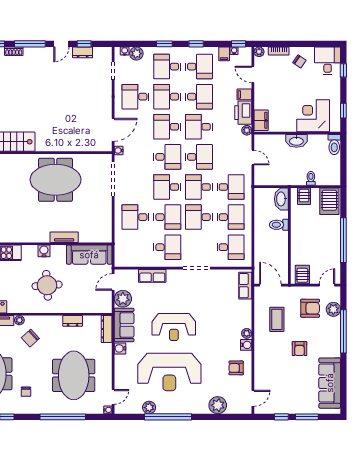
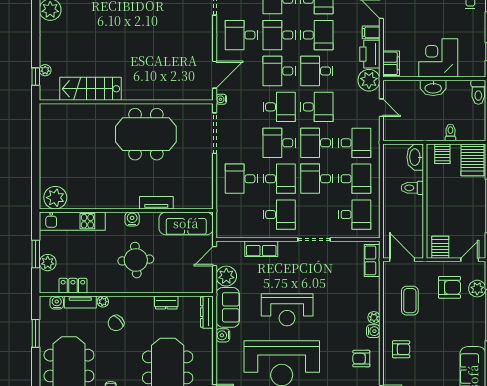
corner desk: (313, 116) -> (438, 58), moved
plant: (247, 130) -> (369, 80), width x1.88, depth x1.88
armchair: (299, 349) -> (401, 349), moved, turned -90

